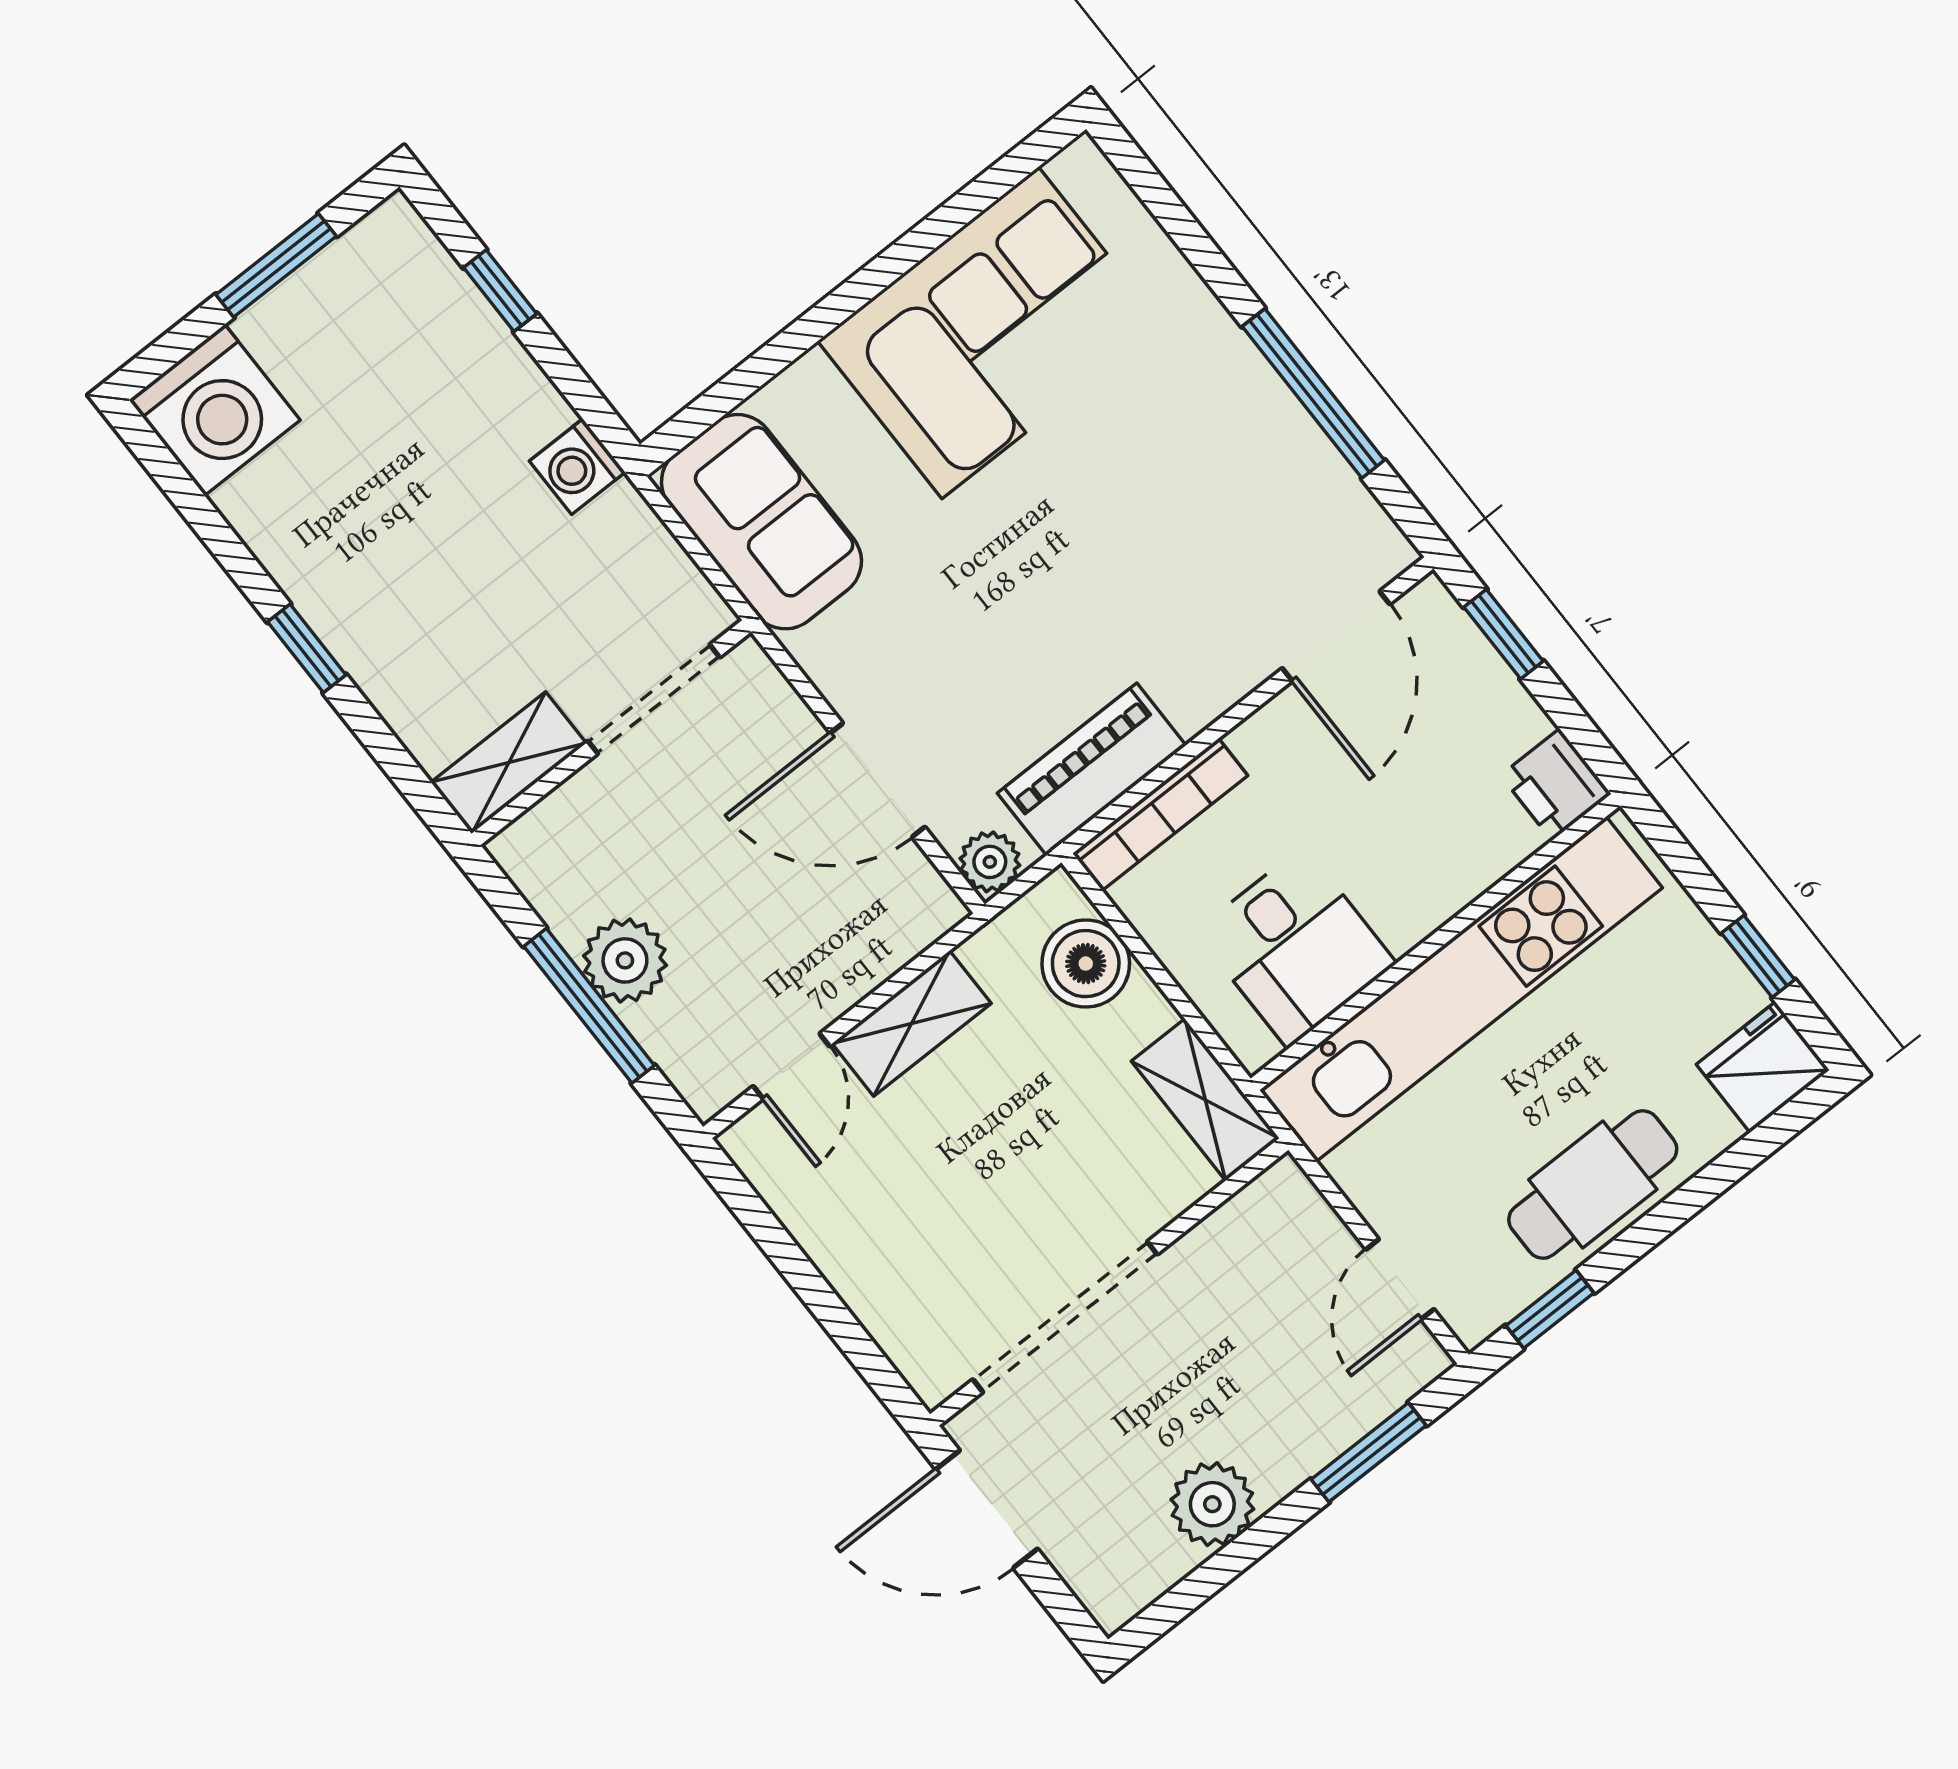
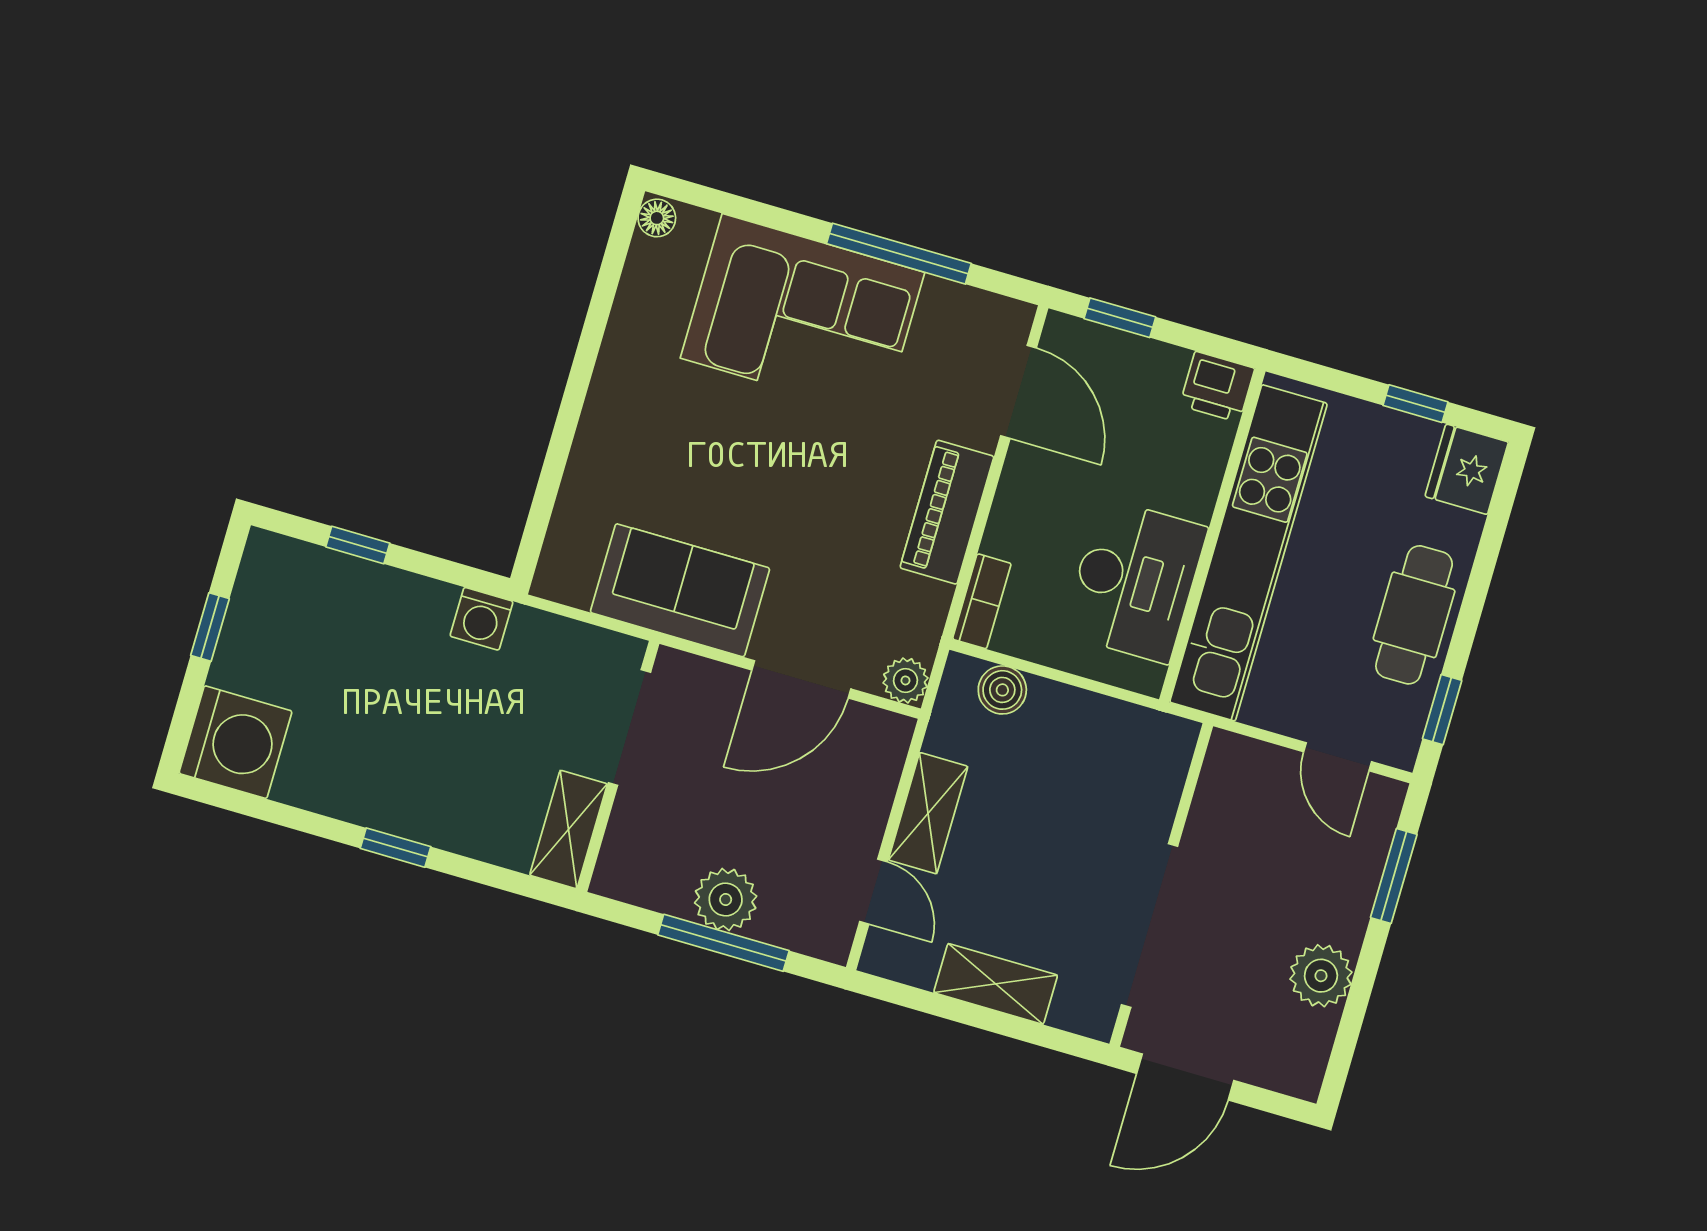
floor lamp: (1078, 167) -> (657, 218), added
window: (276, 265) -> (210, 627), width x0.67
corner sofa: (990, 333) -> (802, 315), moved, turned 90
sofa: (761, 522) -> (680, 590), moved
piano: (1092, 769) -> (947, 512), moved
bookcase: (1160, 814) -> (982, 601), width x0.64
desk: (1296, 947) -> (1135, 581), width x1.37
boiler: (1086, 964) -> (1002, 690), width x0.73, depth x0.73
shelving: (1205, 1100) -> (996, 984), moved

